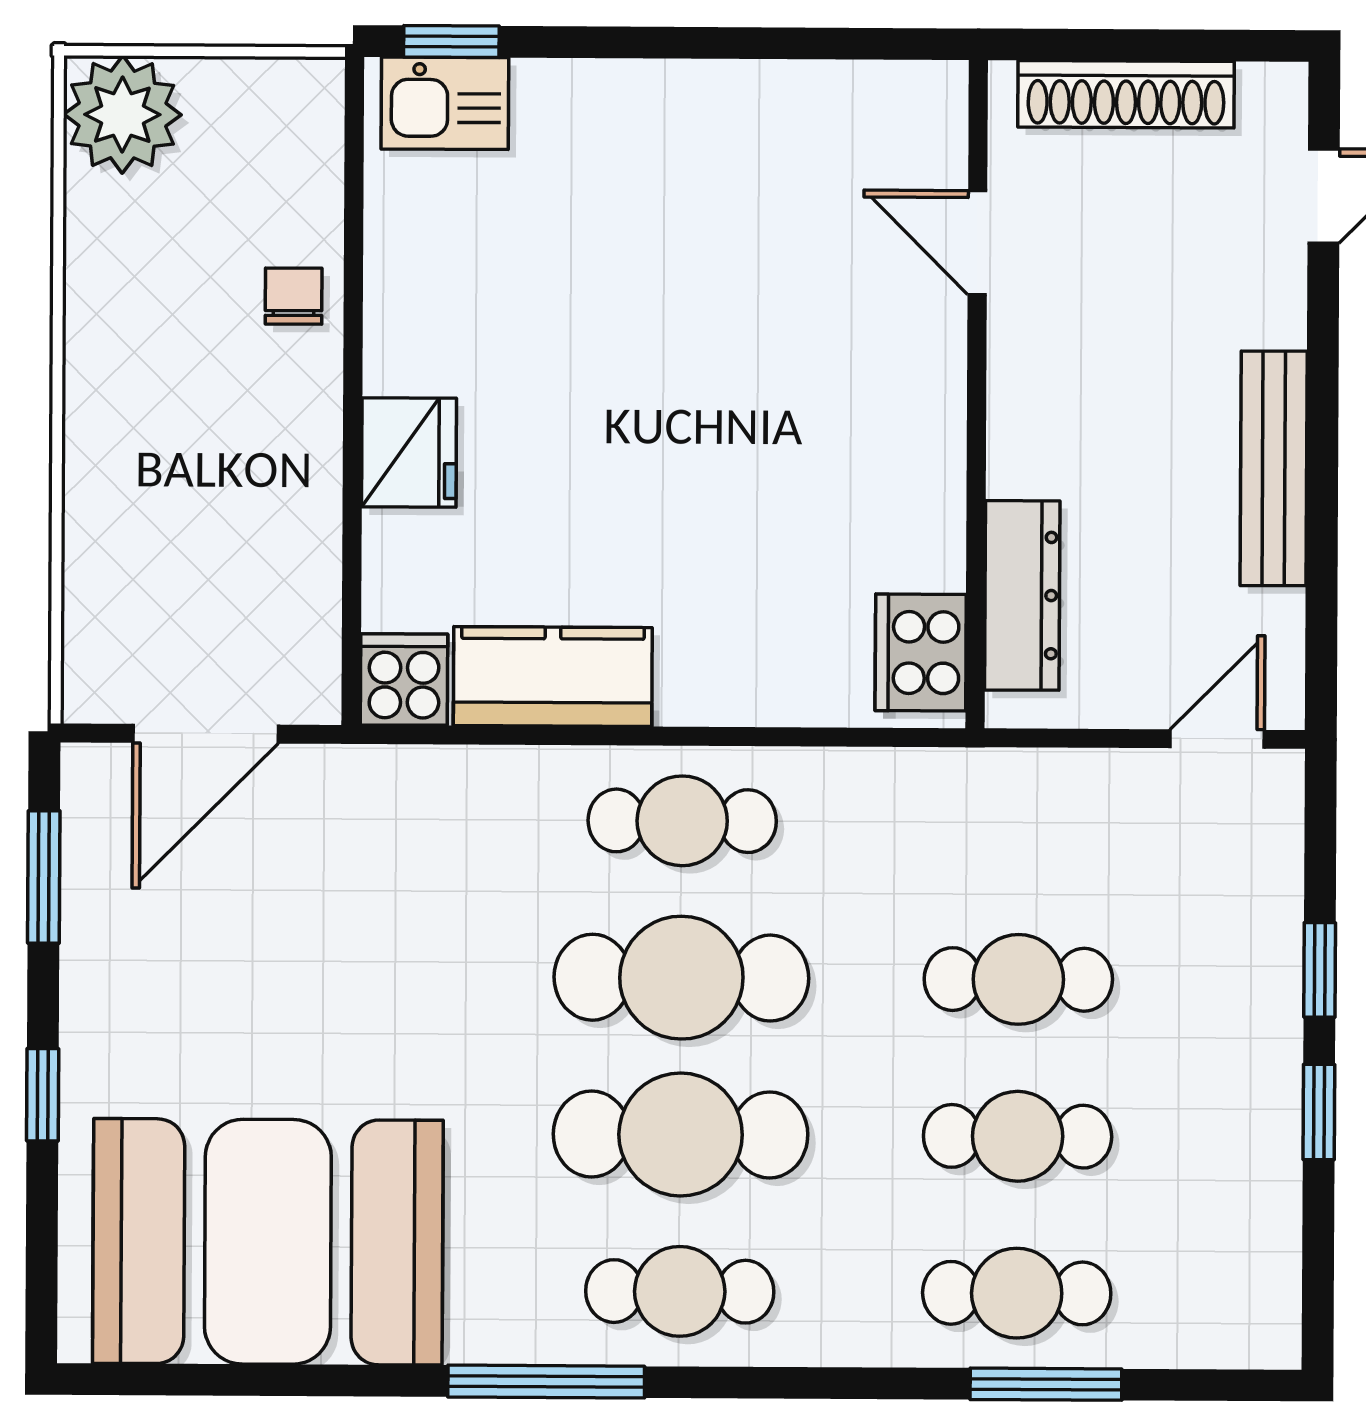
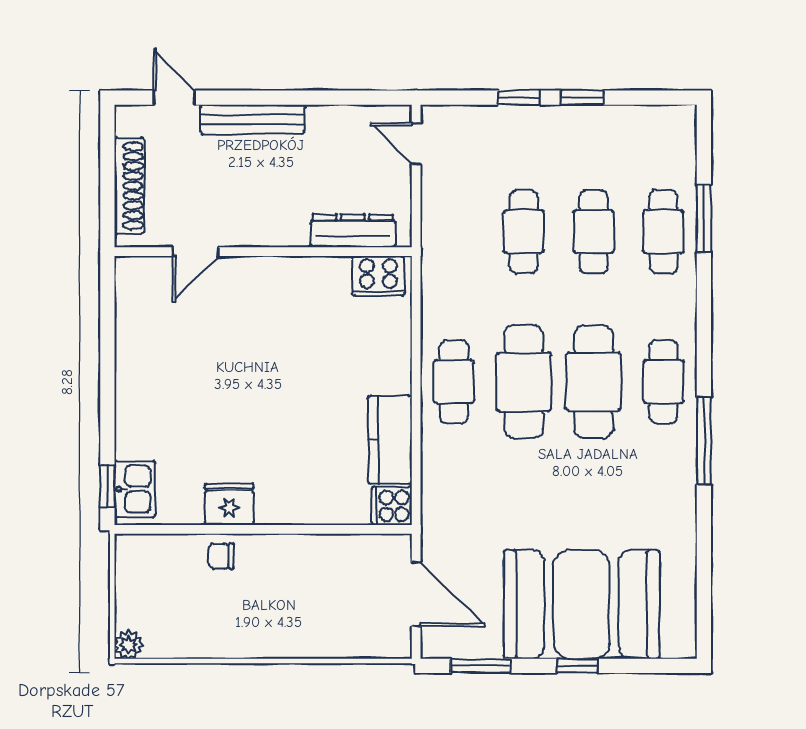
plant: (122, 115) -> (128, 645), width x0.53, depth x0.53
fridge: (409, 453) -> (229, 504), moved
bench: (1274, 468) -> (252, 119), moved
booth: (268, 1242) -> (582, 604), moved, turned 90

